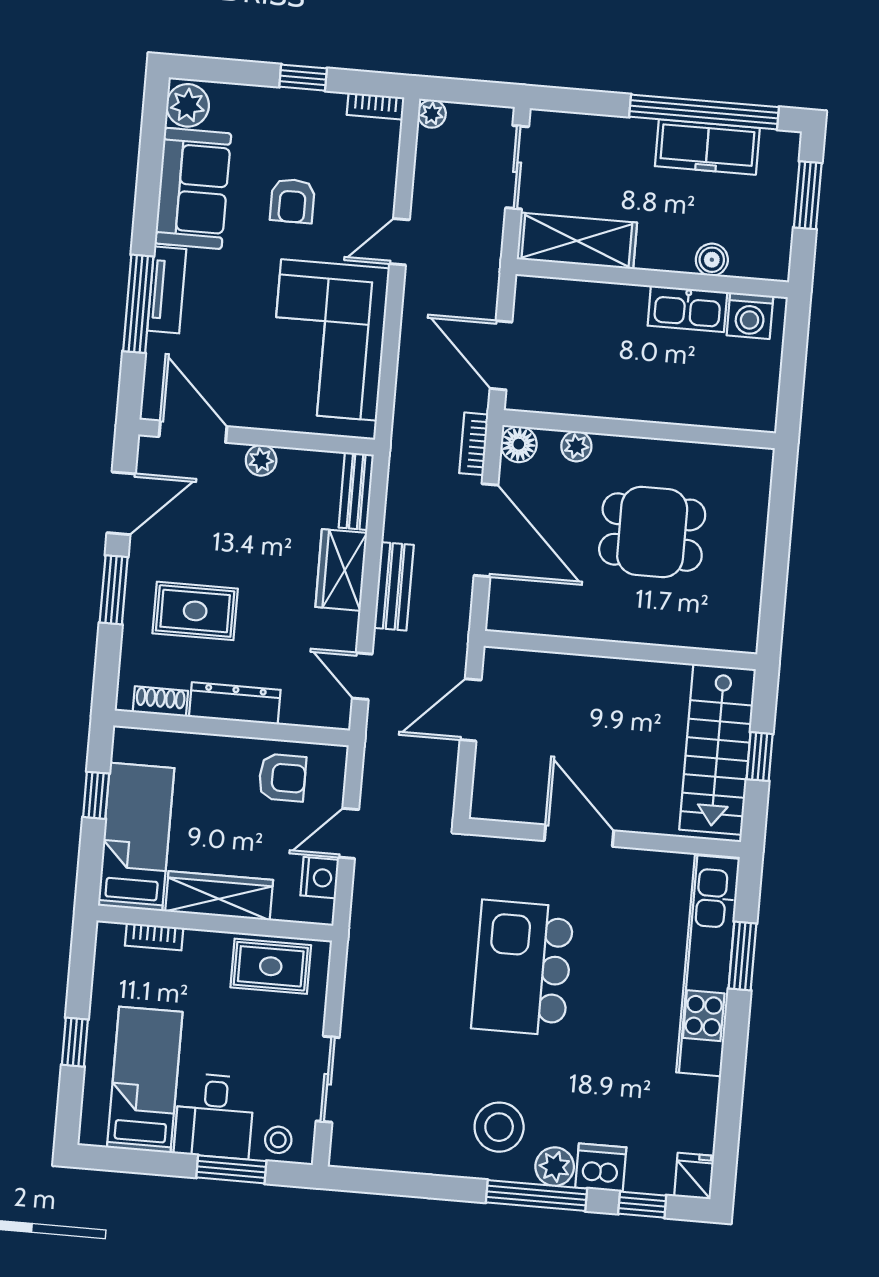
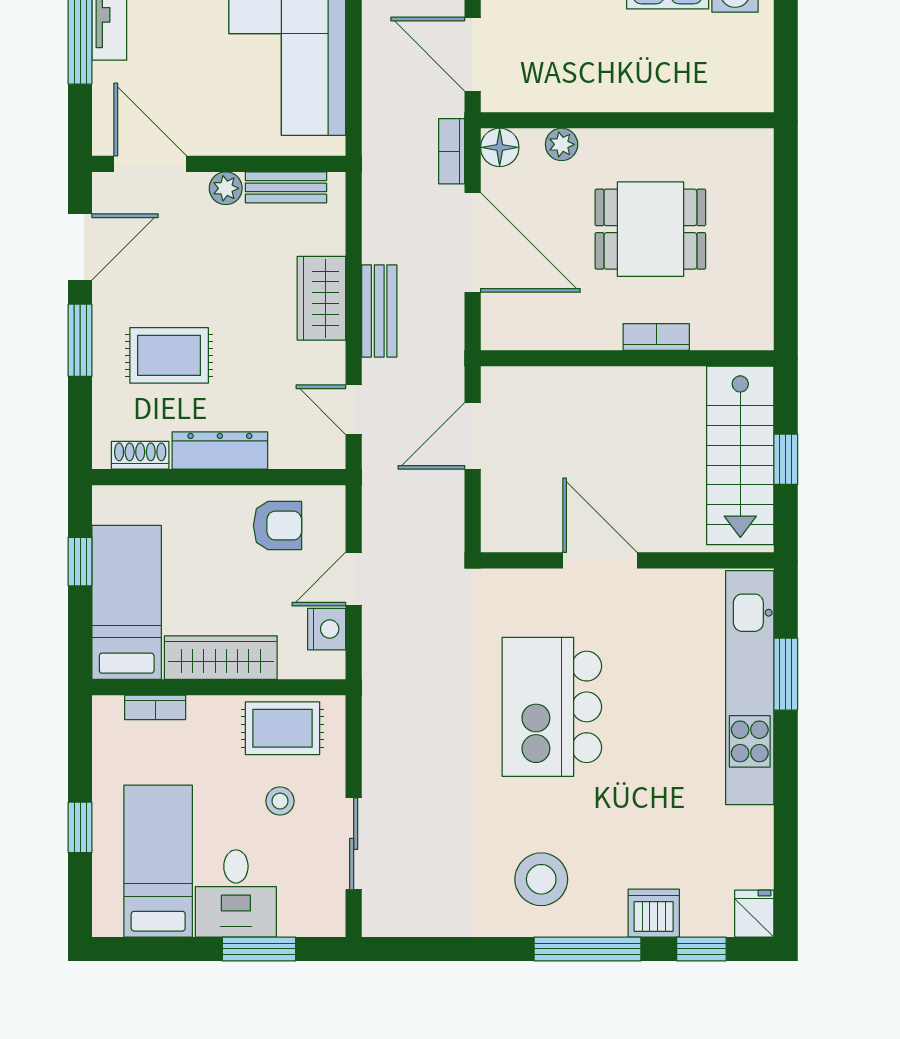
bench: (356, 491) -> (286, 187), moved, turned 90
bookcase: (649, 633) -> (656, 337), added
stool: (278, 1140) -> (280, 801), moved
plant: (555, 1167) -> (604, 916), removed

